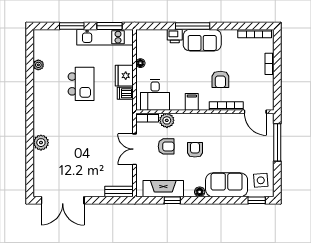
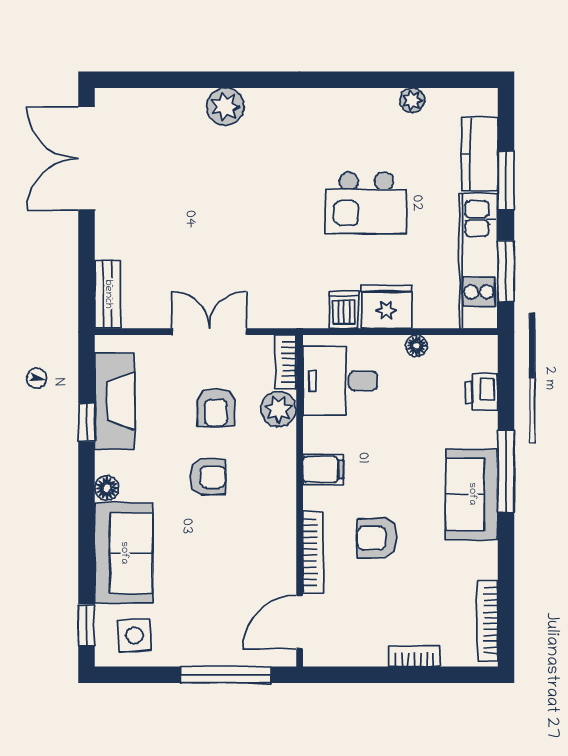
printer: (175, 36) -> (482, 392), moved
kitchen counter: (61, 37) -> (480, 154), added

